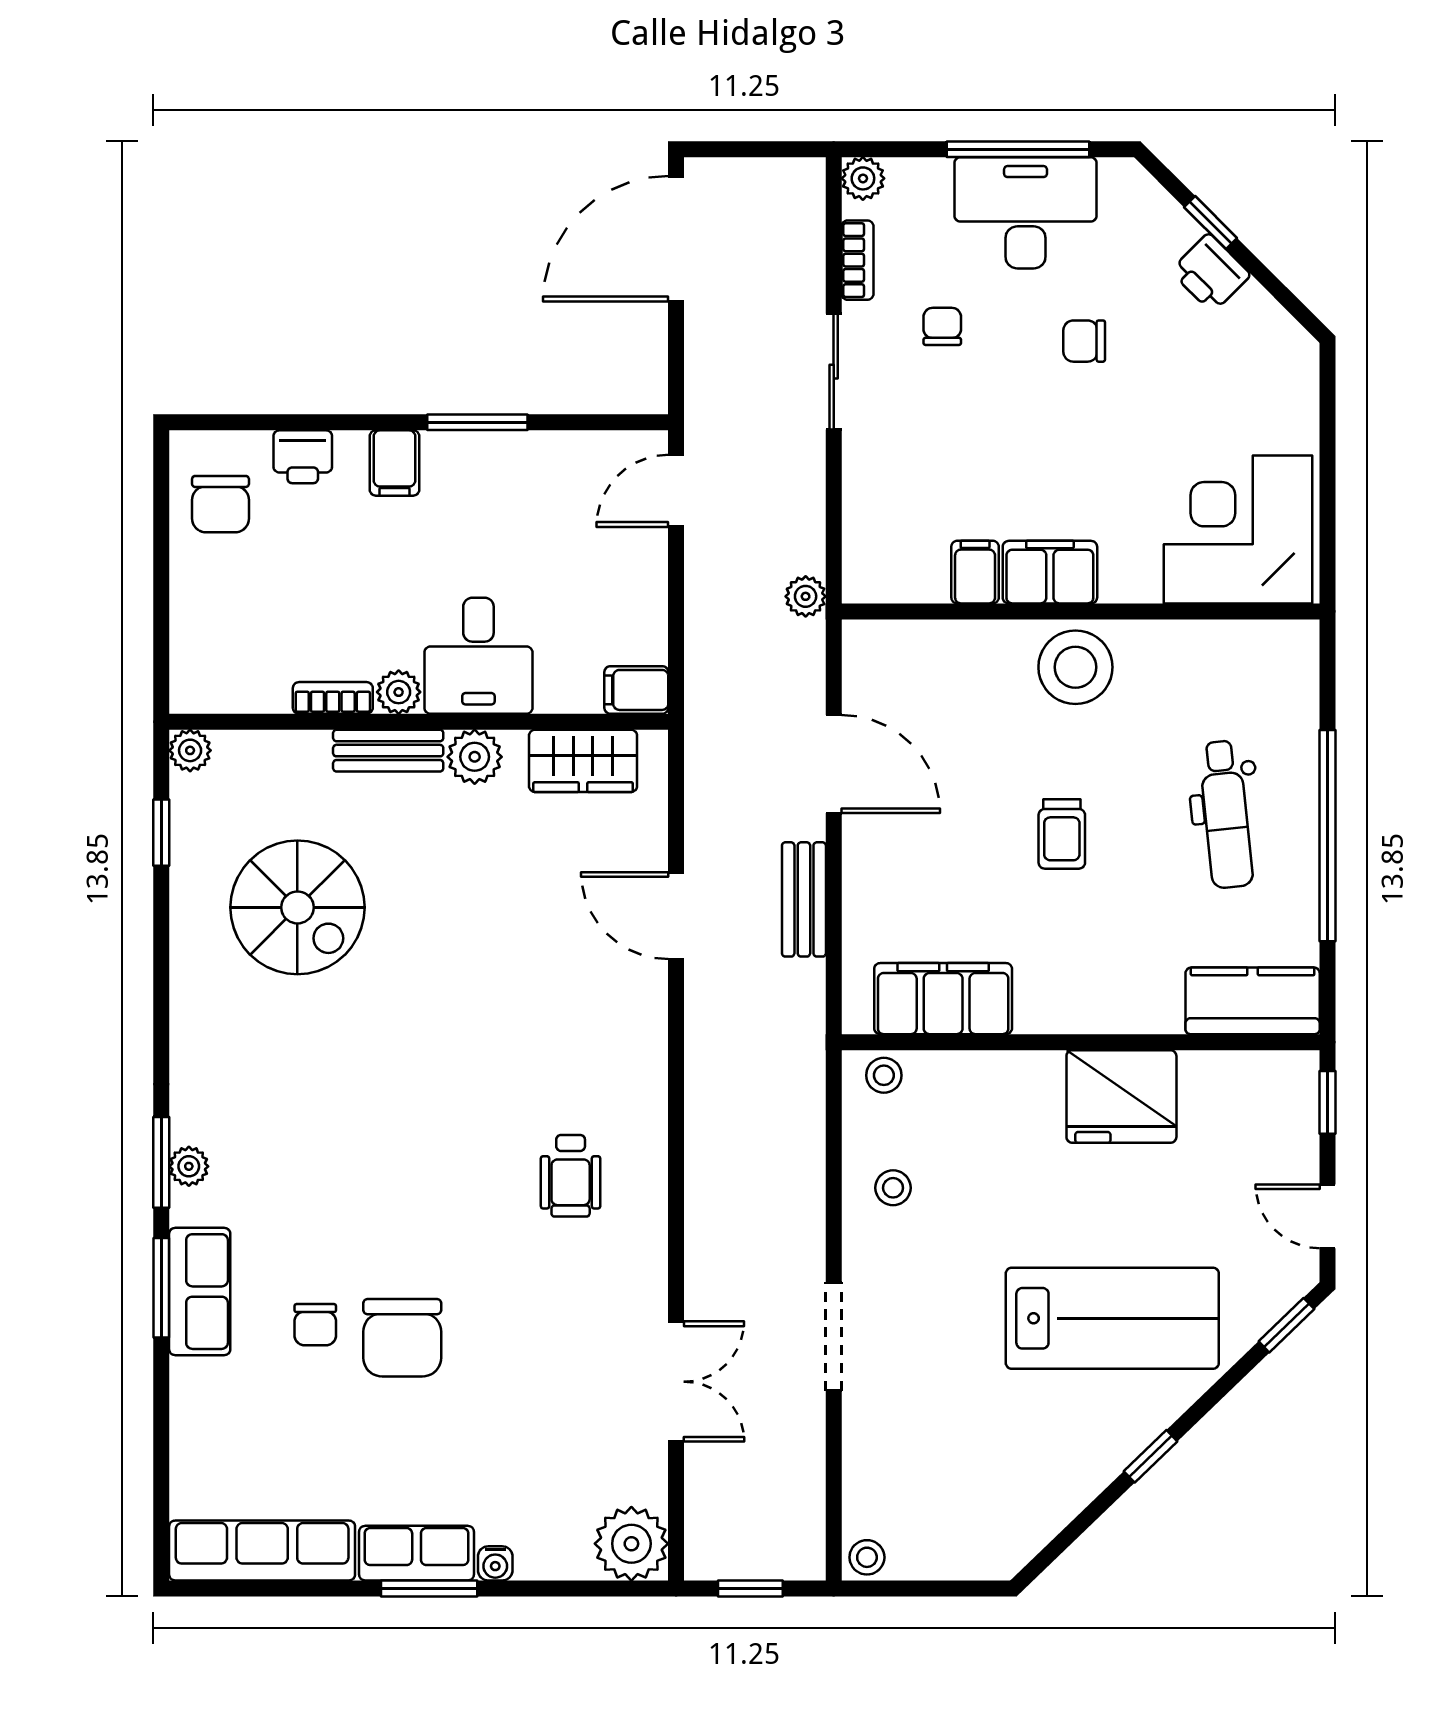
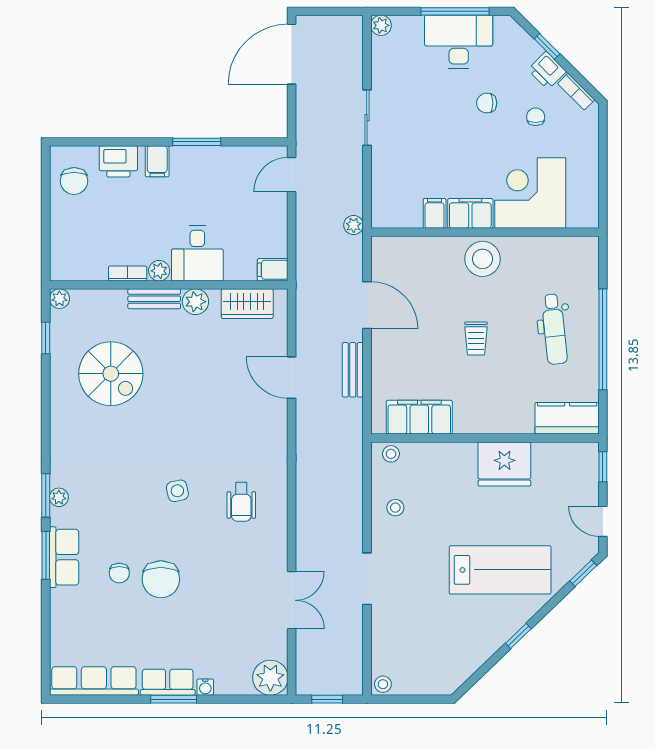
bookcase: (857, 260) -> (576, 92), moved, turned 135
chair: (942, 326) -> (536, 117), moved
printer: (303, 457) -> (118, 161), width x1.36, depth x1.24
corner desk: (1238, 529) -> (530, 193), moved
side table: (437, 1153) -> (177, 491), added

